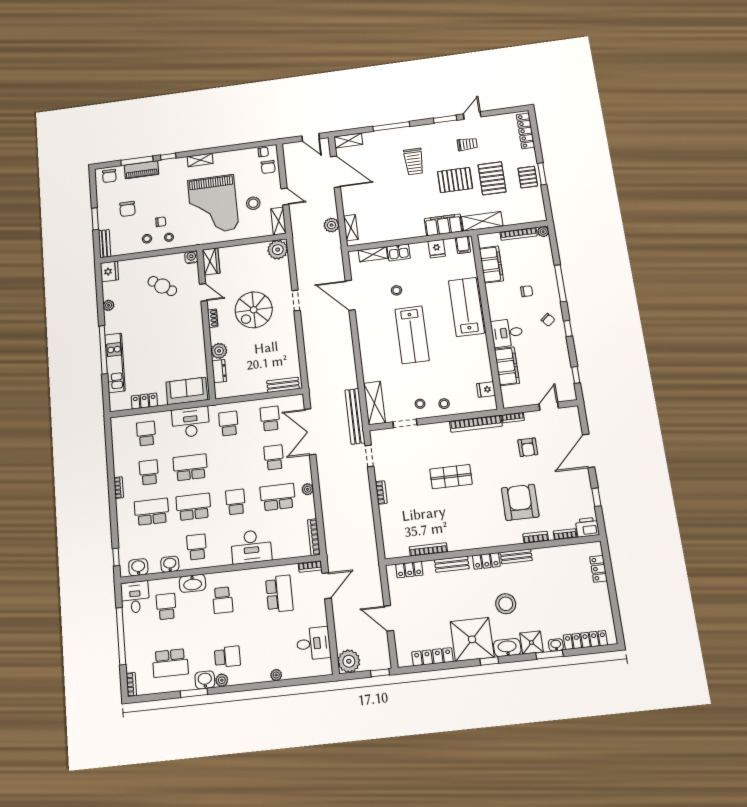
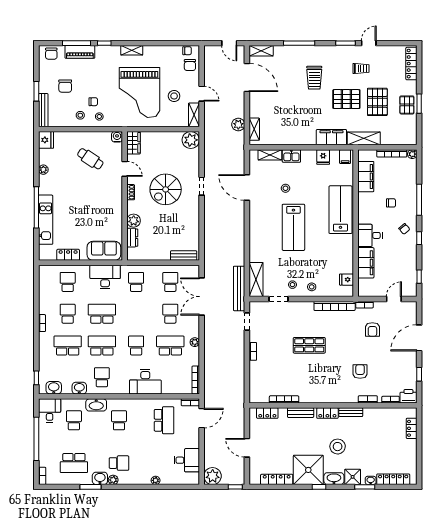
bench: (105, 244) -> (43, 110), width x1.36
armchair: (520, 502) -> (360, 372), width x0.53, depth x0.53
school desk: (223, 600) -> (119, 420), turned 180

